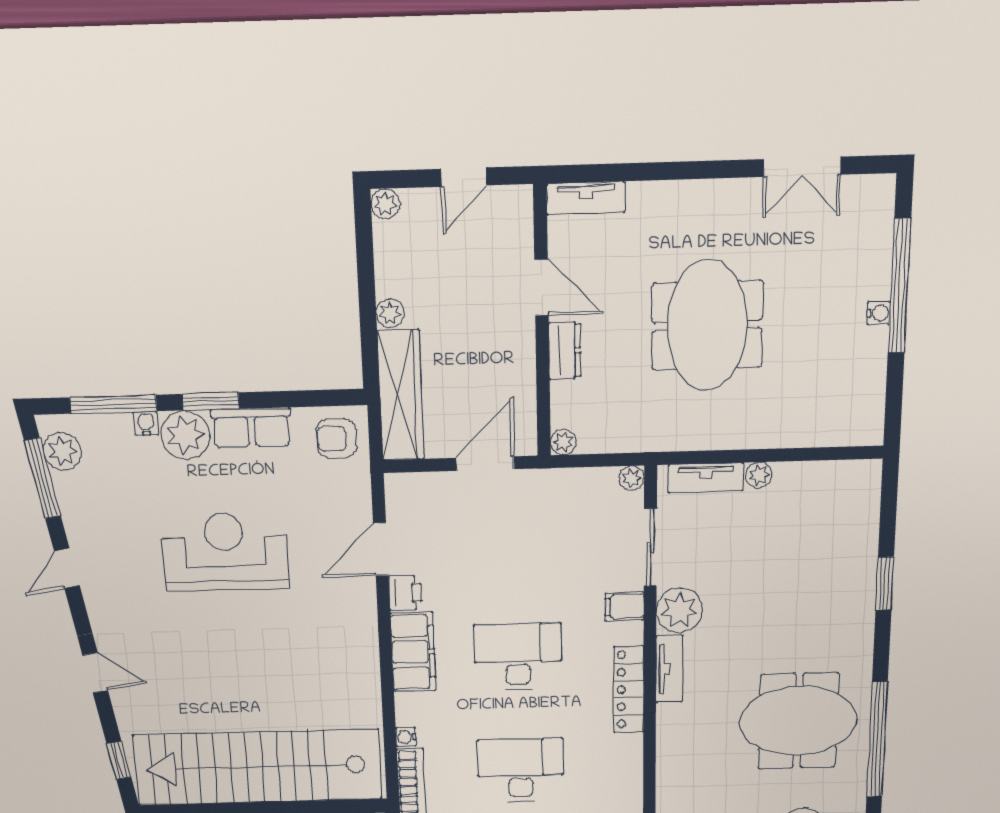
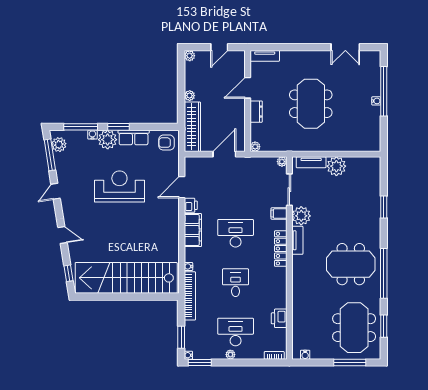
door: (541, 287) -> (248, 88), swing flipped
plant: (759, 475) -> (336, 166), width x1.88, depth x1.88
desk: (520, 771) -> (236, 283), width x0.73

